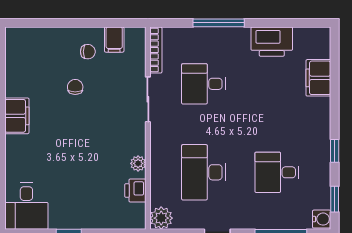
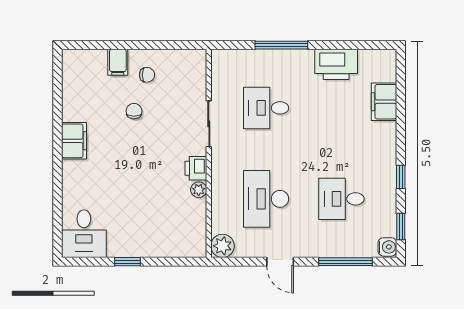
filing cabinet: (114, 40) -> (118, 62), moved
bookcase: (156, 50) -> (217, 73), removed
printer: (135, 191) -> (196, 168), moved

